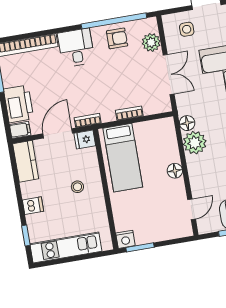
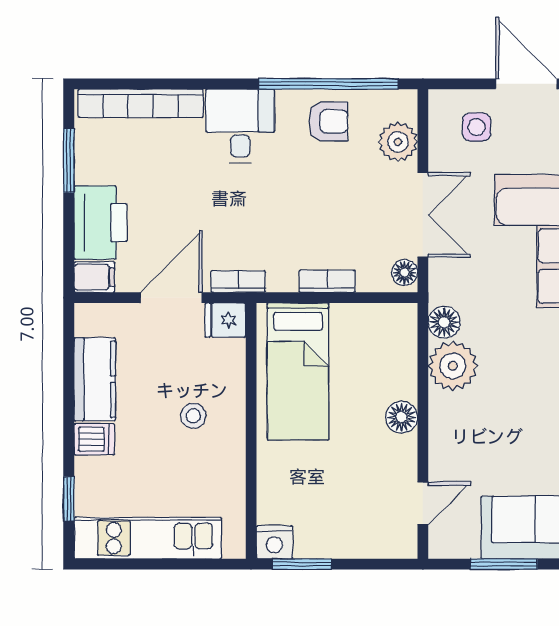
floor lamp: (165, 103) -> (405, 272), added
kitchen counter: (26, 161) -> (95, 379), moved

